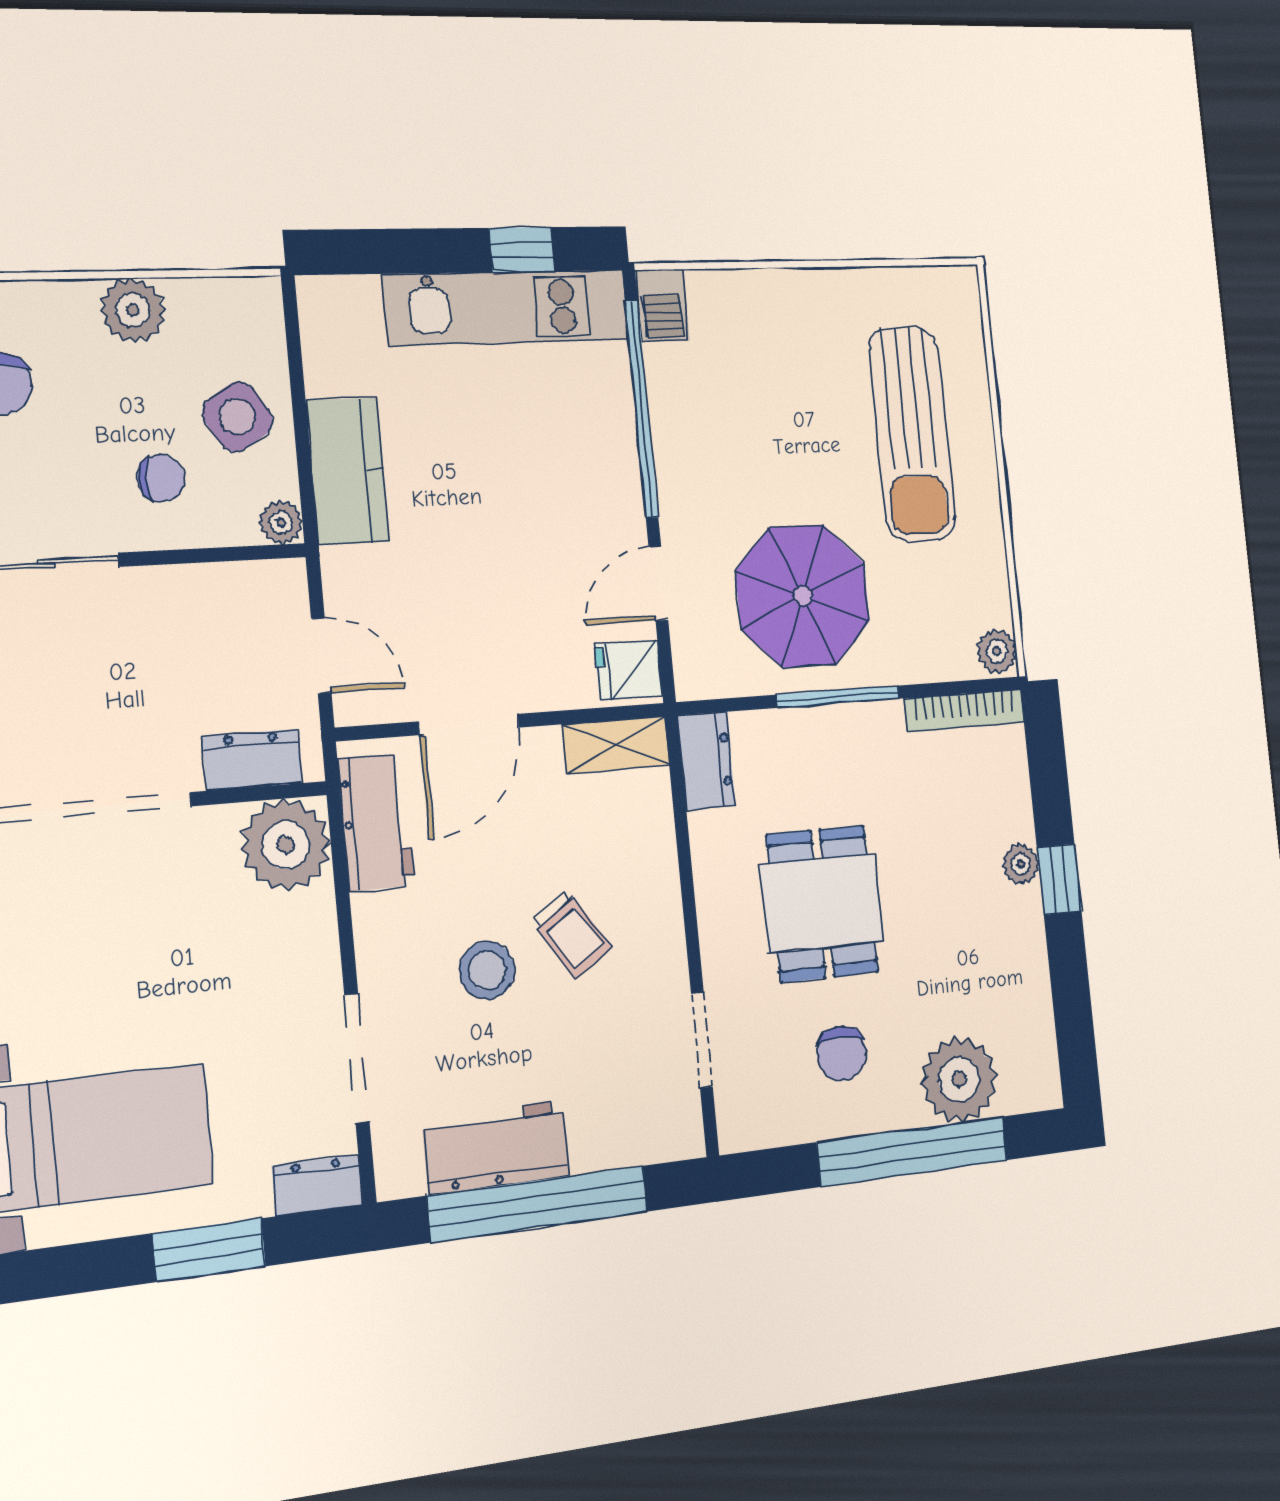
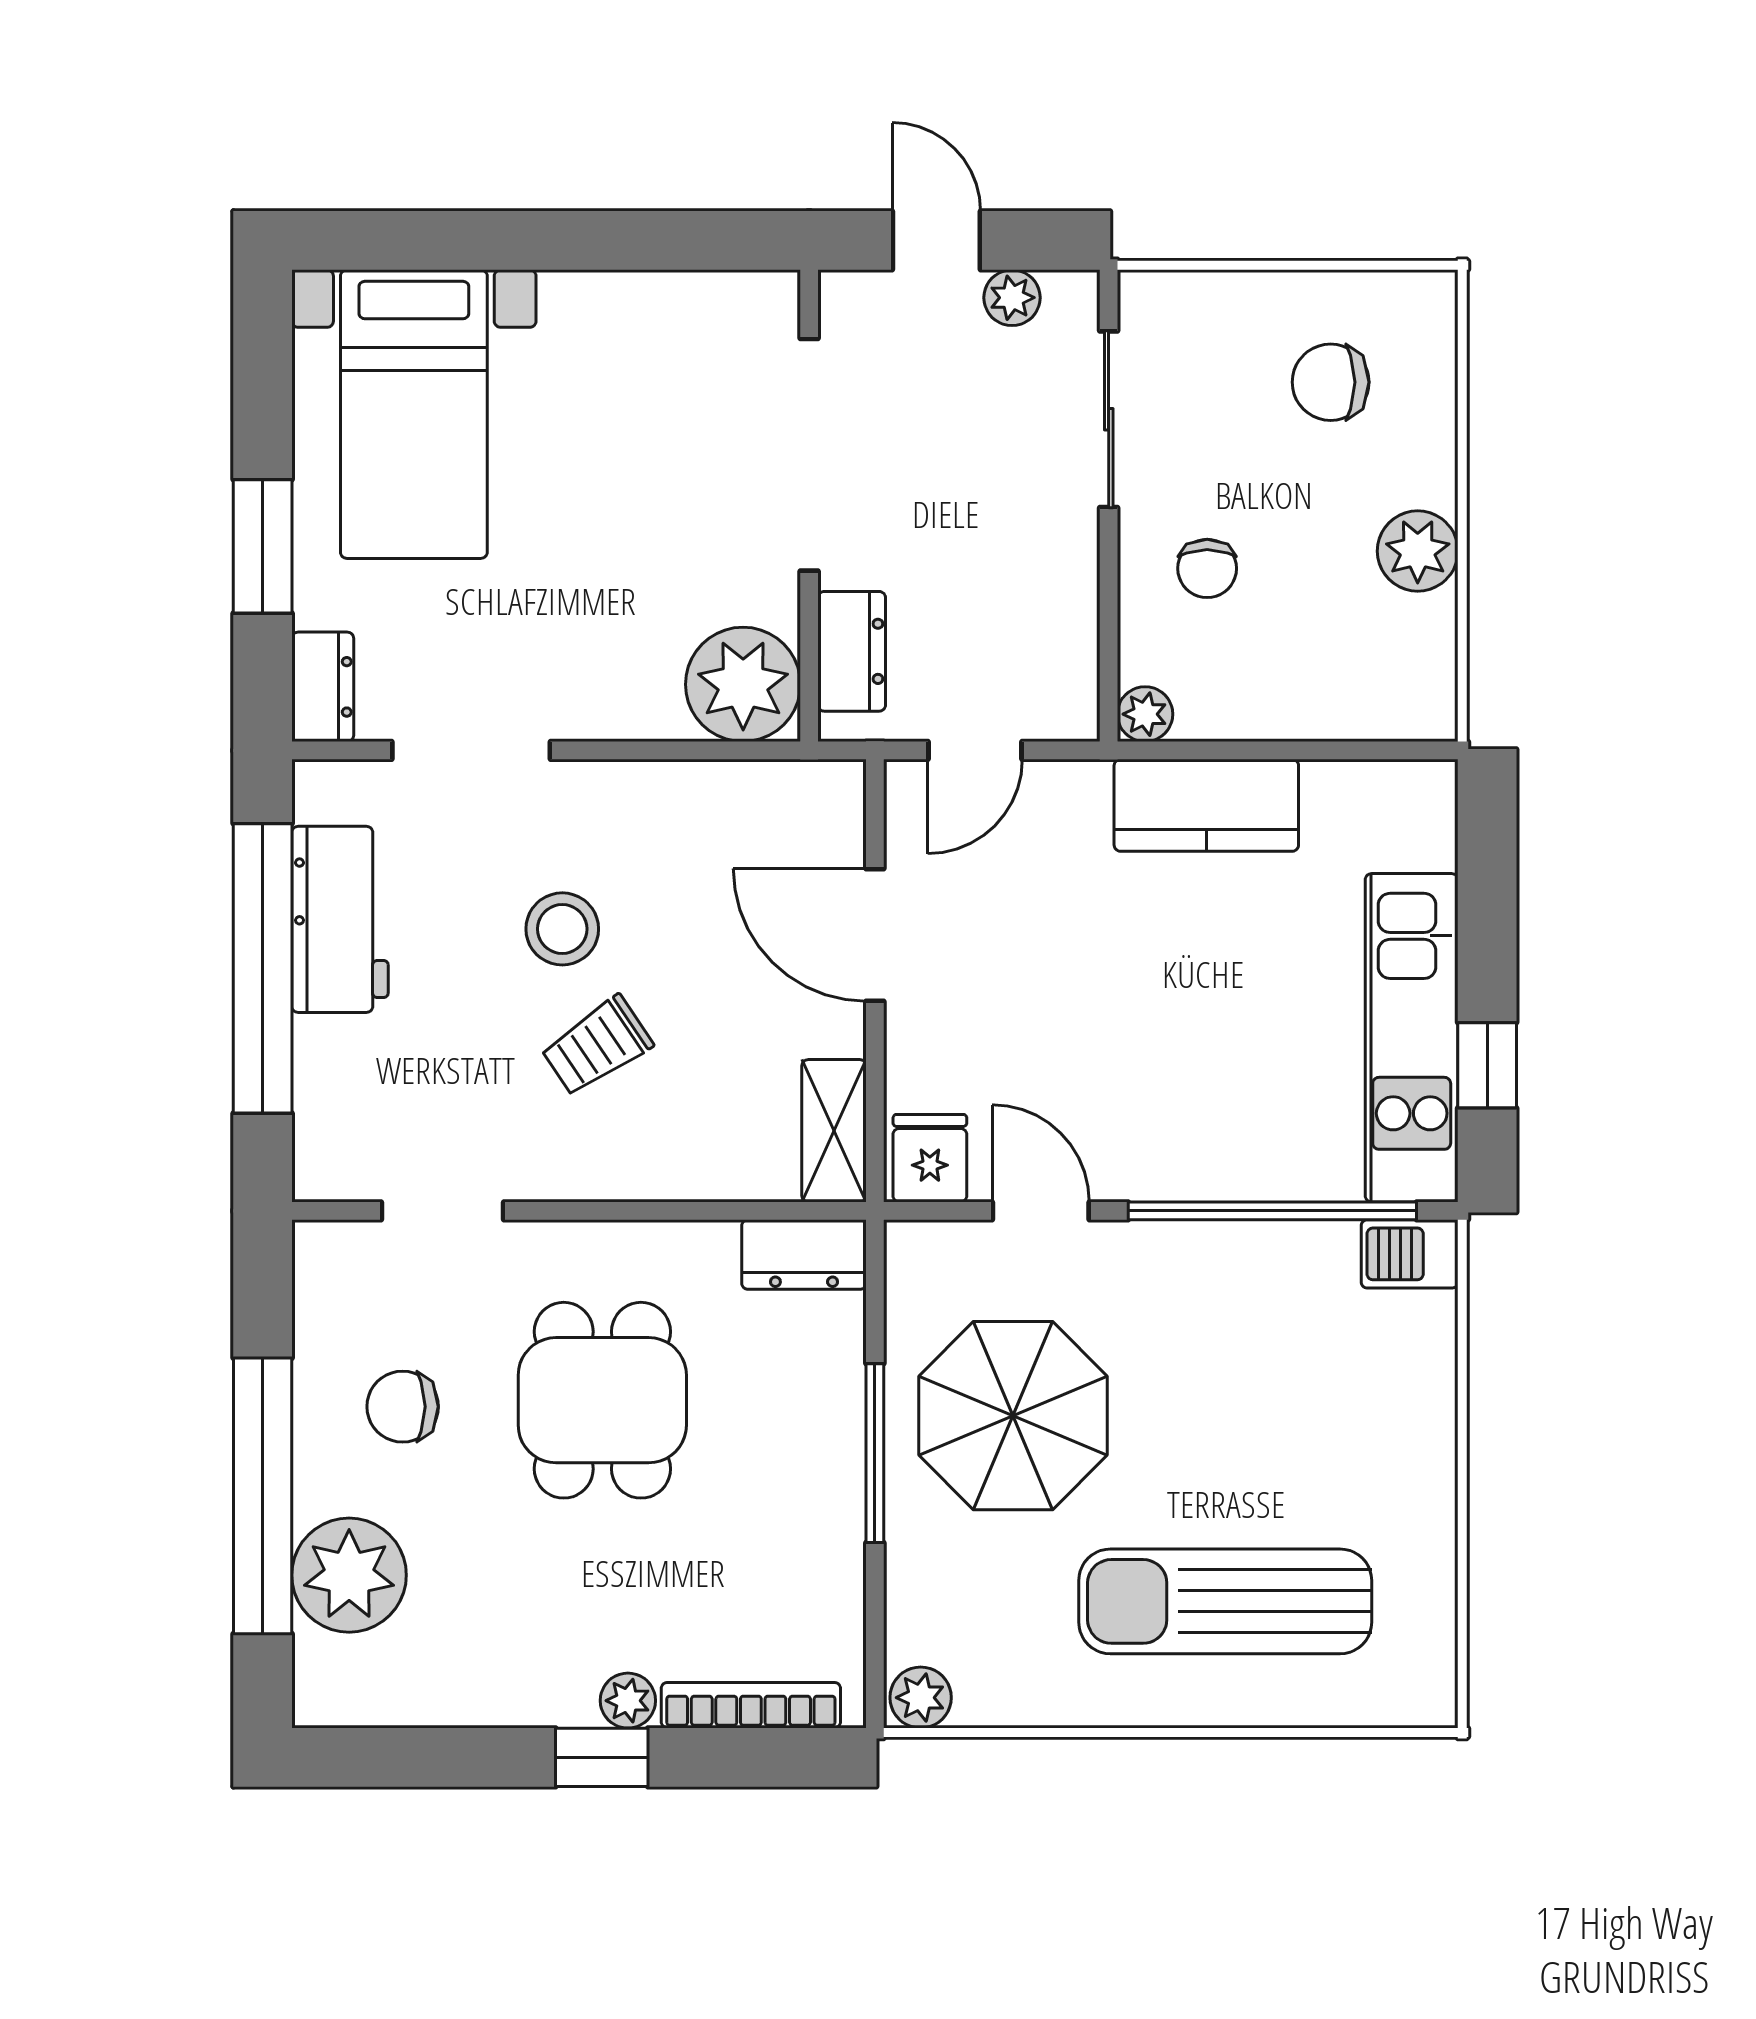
side table: (237, 417) -> (1280, 671), removed
bookcase: (964, 710) -> (751, 1705), moved, turned 90
workbench: (376, 822) -> (761, 802), removed
dining table: (822, 904) -> (602, 1400), turned 90

